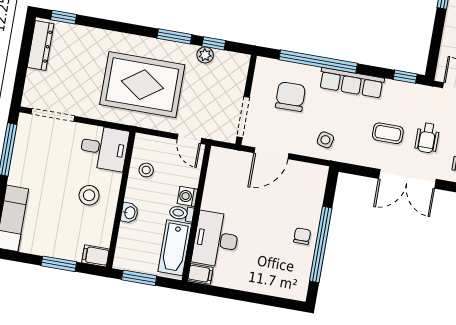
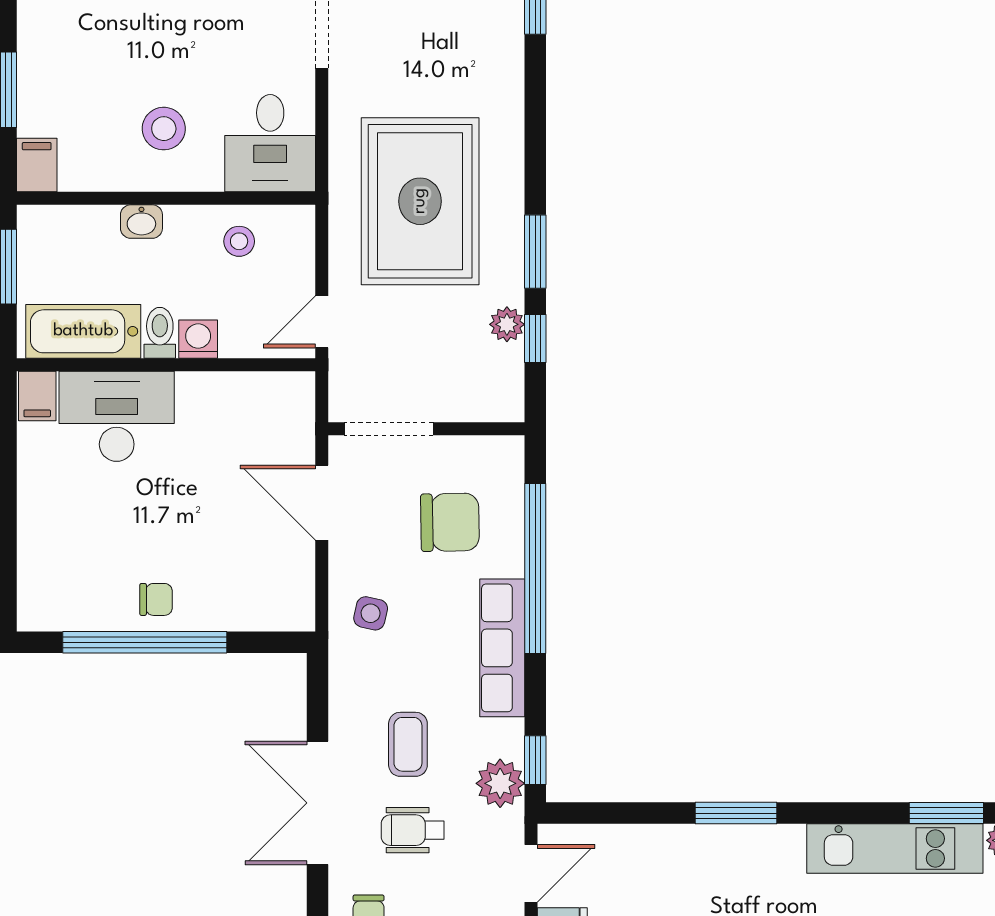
plant: (413, 94) -> (500, 783), added

